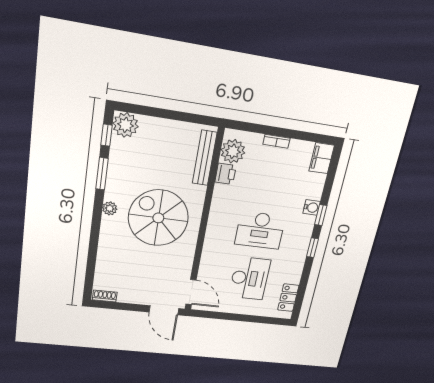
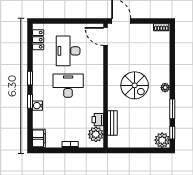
bench: (205, 158) -> (112, 123), width x0.73
spiral stairs: (158, 218) -> (135, 85), width x0.73, depth x0.73

